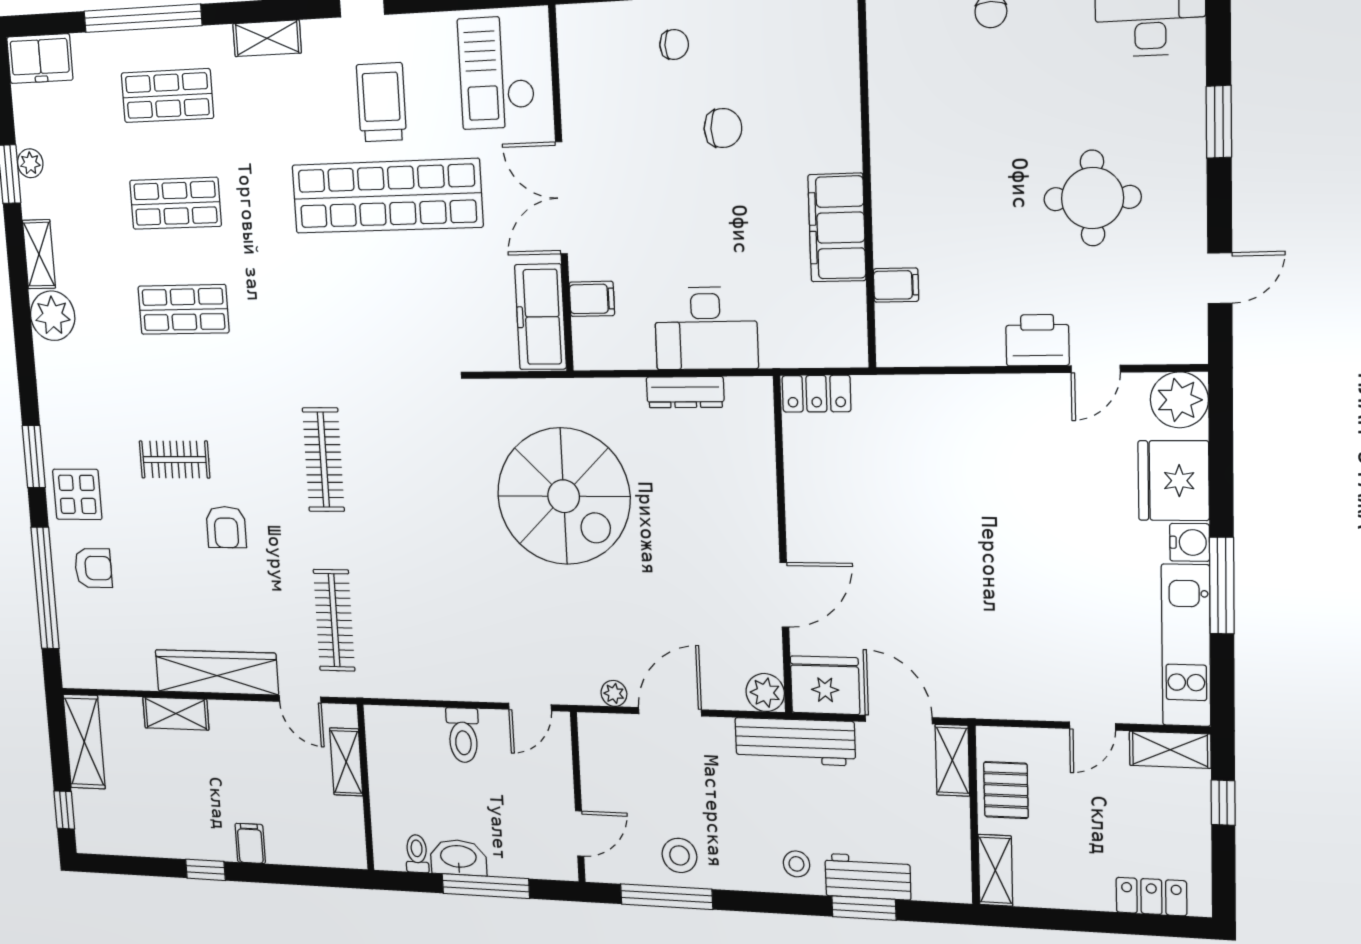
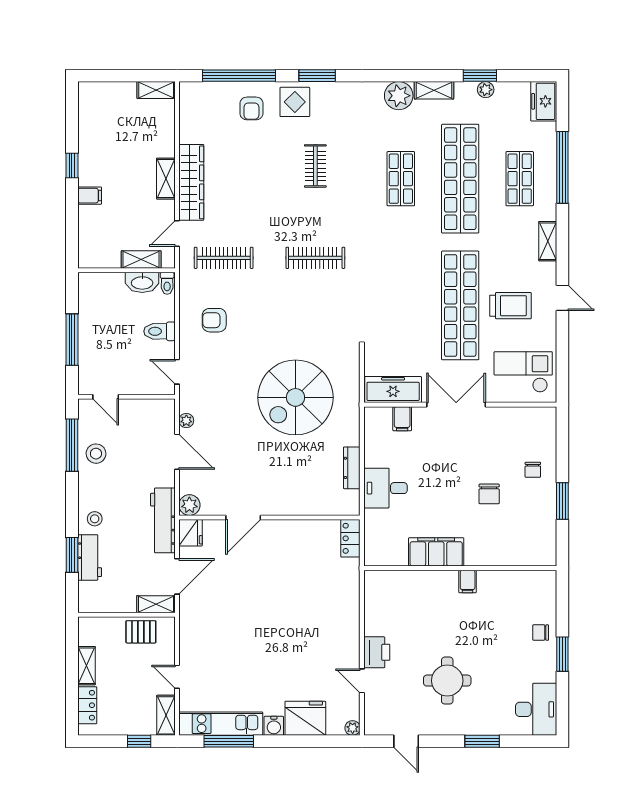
shop shelf: (175, 203) -> (460, 179), width x2.00, depth x1.36
filing cabinet: (896, 285) -> (468, 581), moved
desk: (706, 328) -> (385, 488), width x0.73
plant: (1179, 400) -> (353, 728), width x0.53, depth x0.53
armchair: (226, 527) -> (214, 320), moved
window: (1222, 586) -> (229, 741), moved
door: (784, 595) -> (243, 517), hinge flipped
fridge: (825, 685) -> (191, 533), width x0.73, depth x0.75
shelving: (176, 714) -> (166, 179), moved
shelving: (84, 742) -> (156, 90), width x0.67, depth x0.75
window: (64, 810) -> (104, 76), removed
toilet: (417, 854) -> (167, 283), moved, turned 90
washbasin: (458, 857) -> (142, 282), moved, turned 90
shelving: (995, 870) -> (86, 666), moved, turned 90

